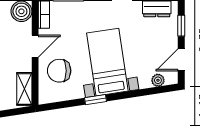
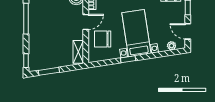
door: (181, 60) -> (188, 31), hinge flipped

